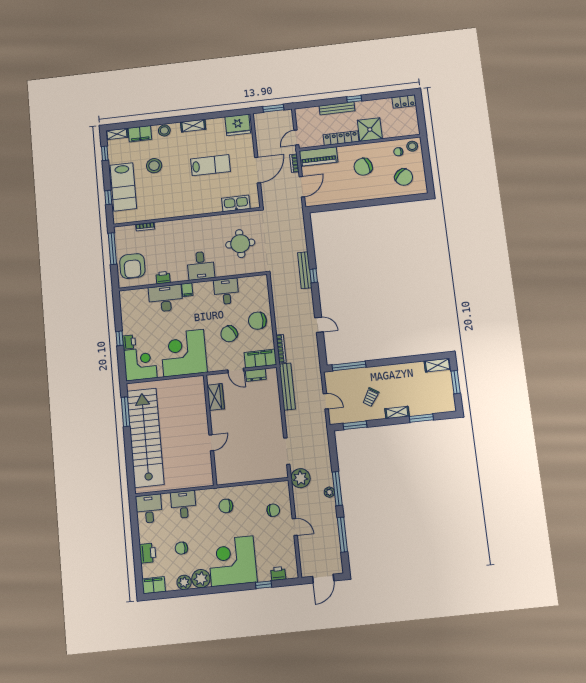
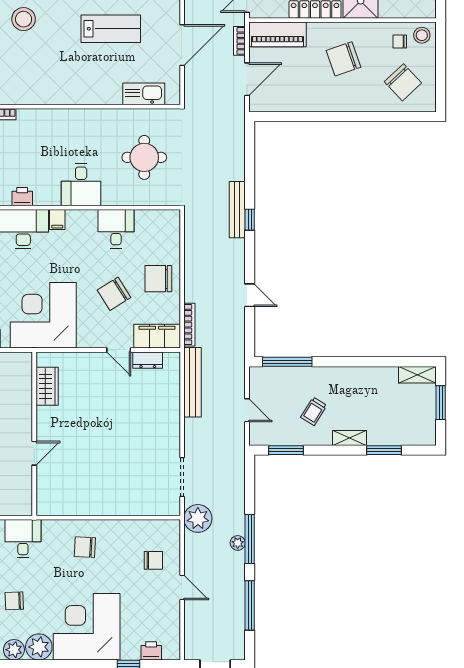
wardrobe: (216, 397) -> (47, 386), moved
wall: (210, 430) -> (34, 434), moved
door: (211, 443) -> (34, 453), moved

